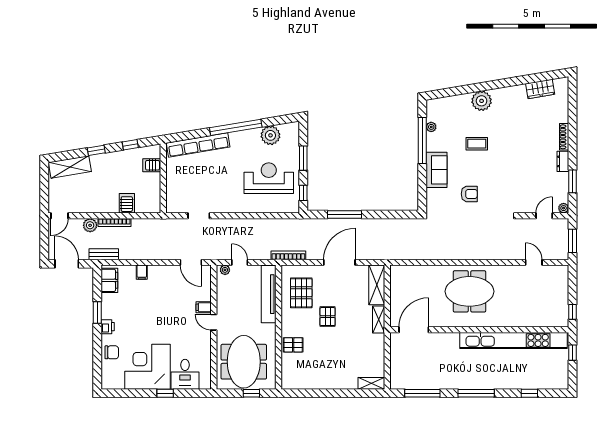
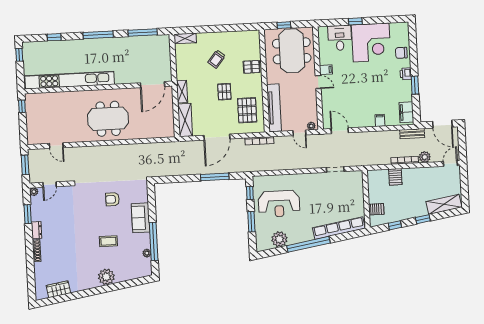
filing cabinet: (204, 307) -> (326, 70), moved
window: (572, 353) -> (19, 55), moved
trolley: (335, 356) -> (217, 59), added

